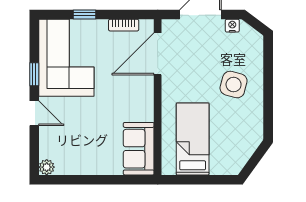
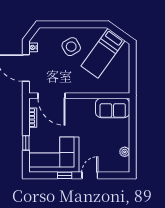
side table: (234, 85) -> (71, 47), turned 45
bed: (193, 139) -> (103, 53), moved, turned -54
plant: (47, 167) -> (125, 152), moved

